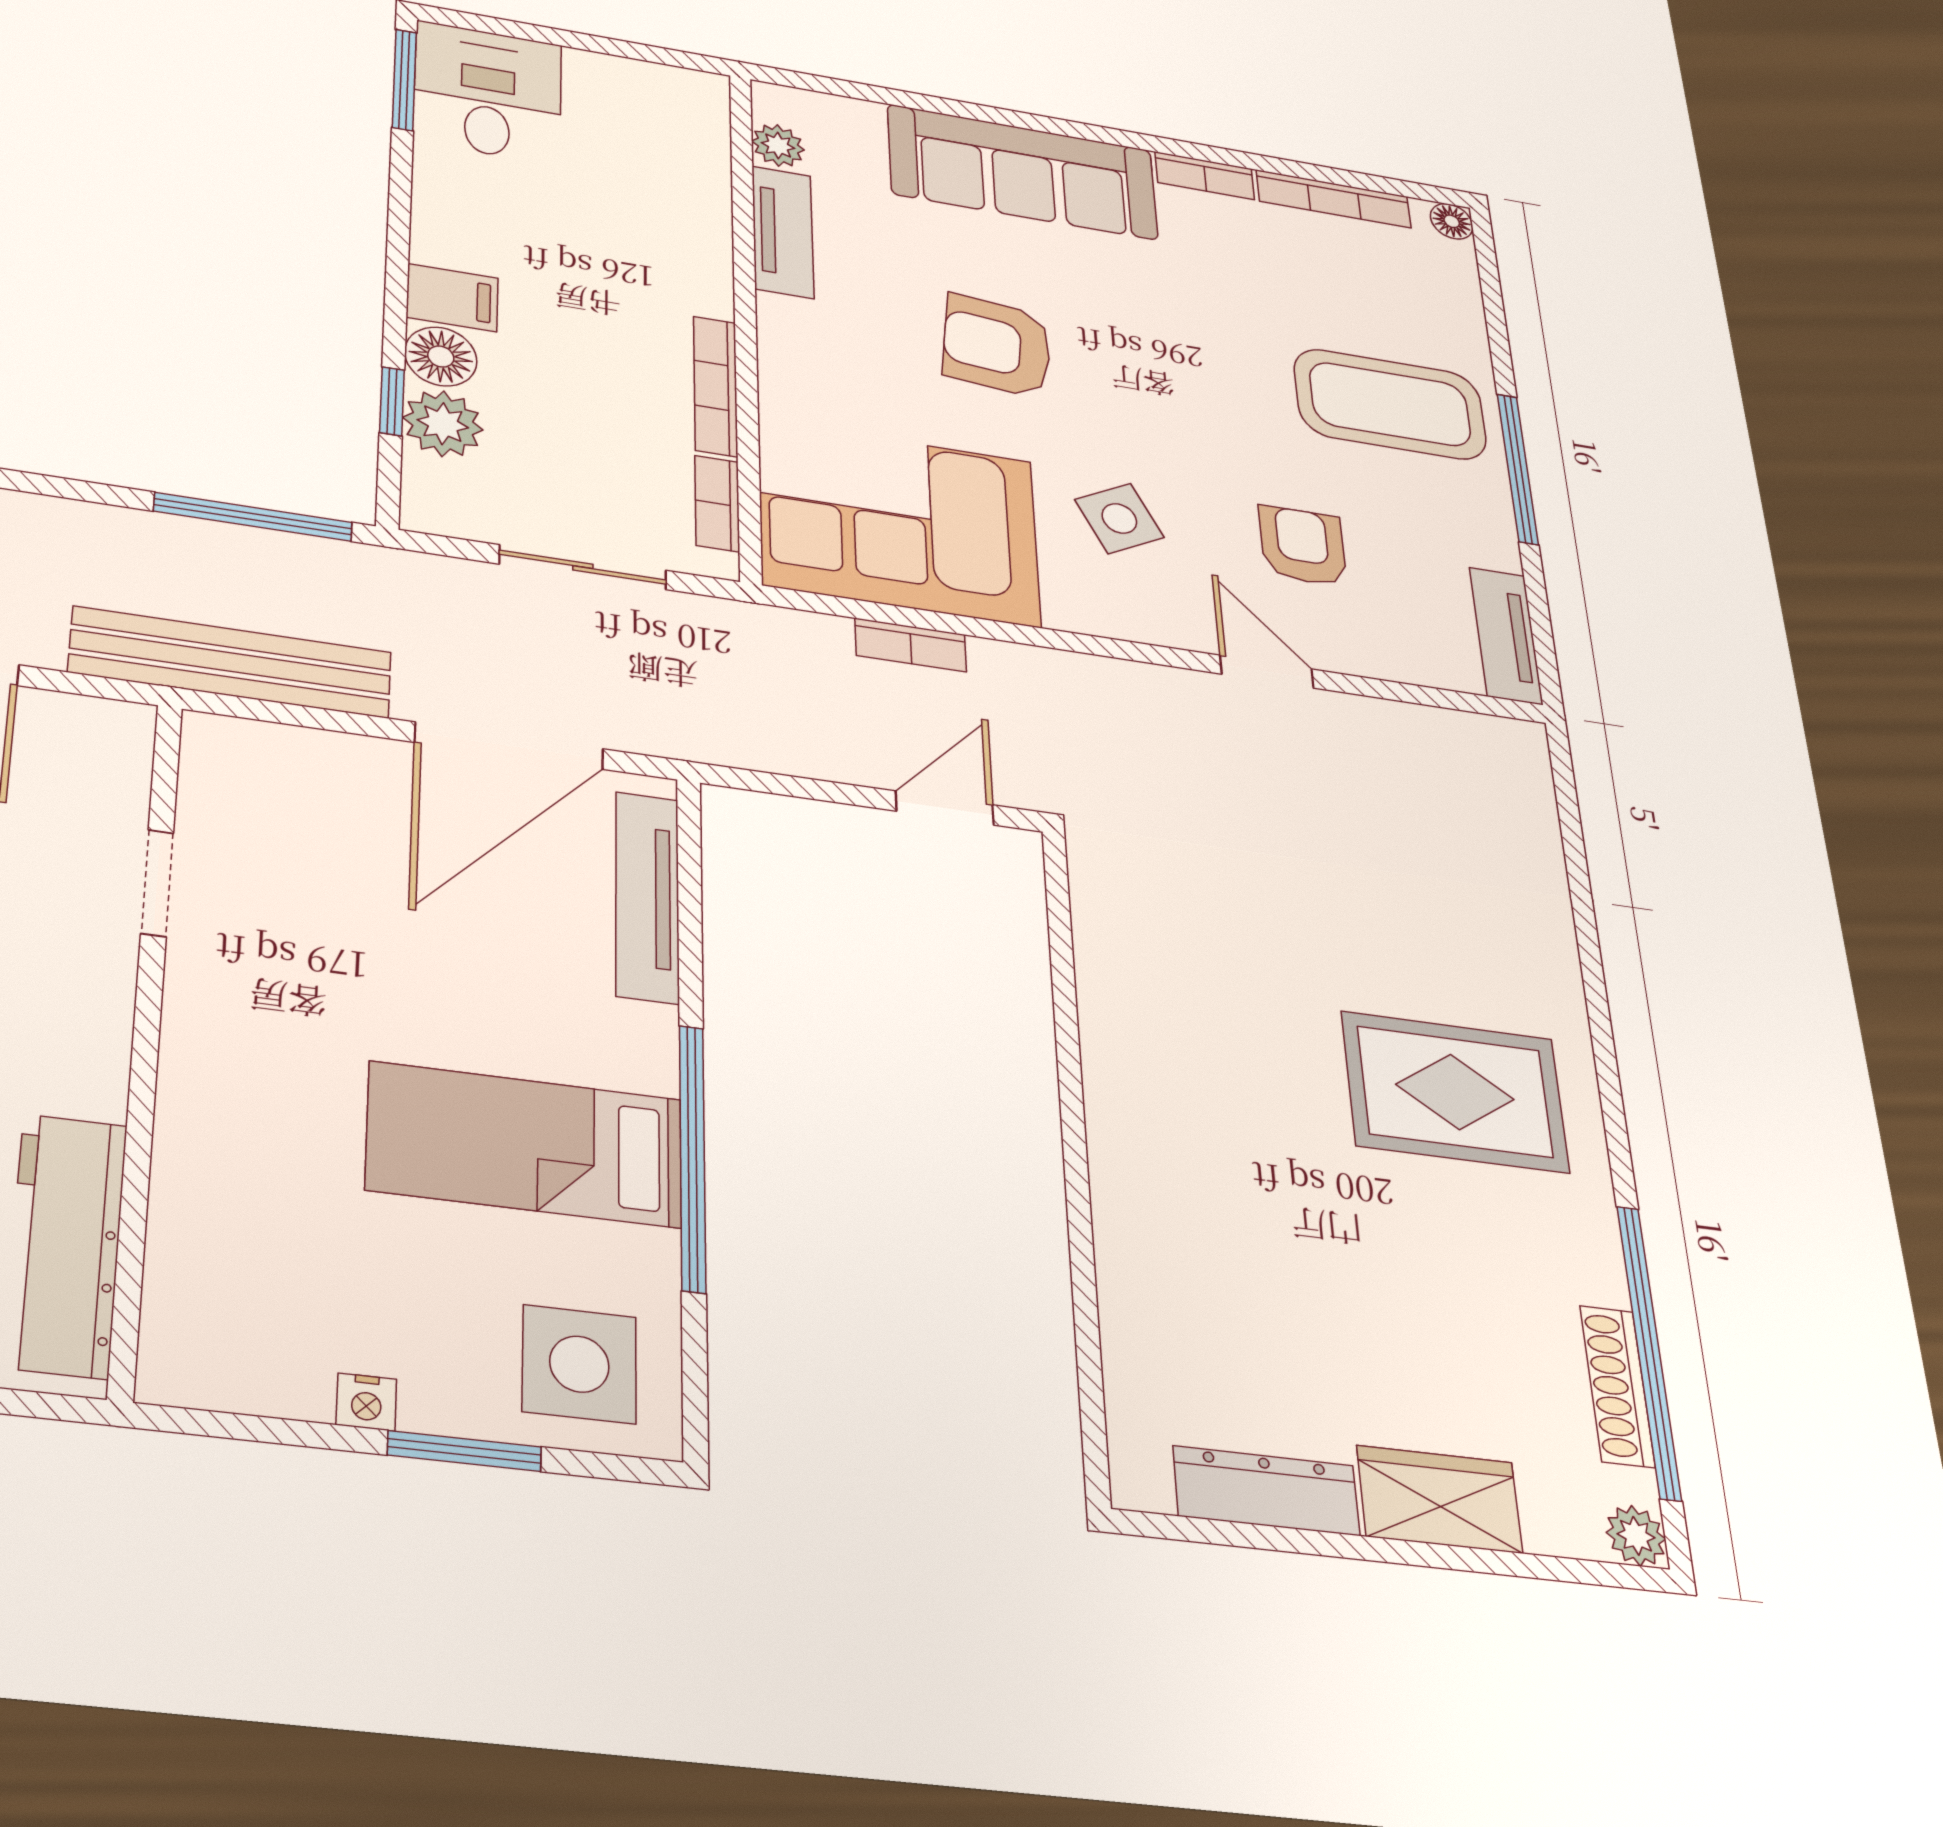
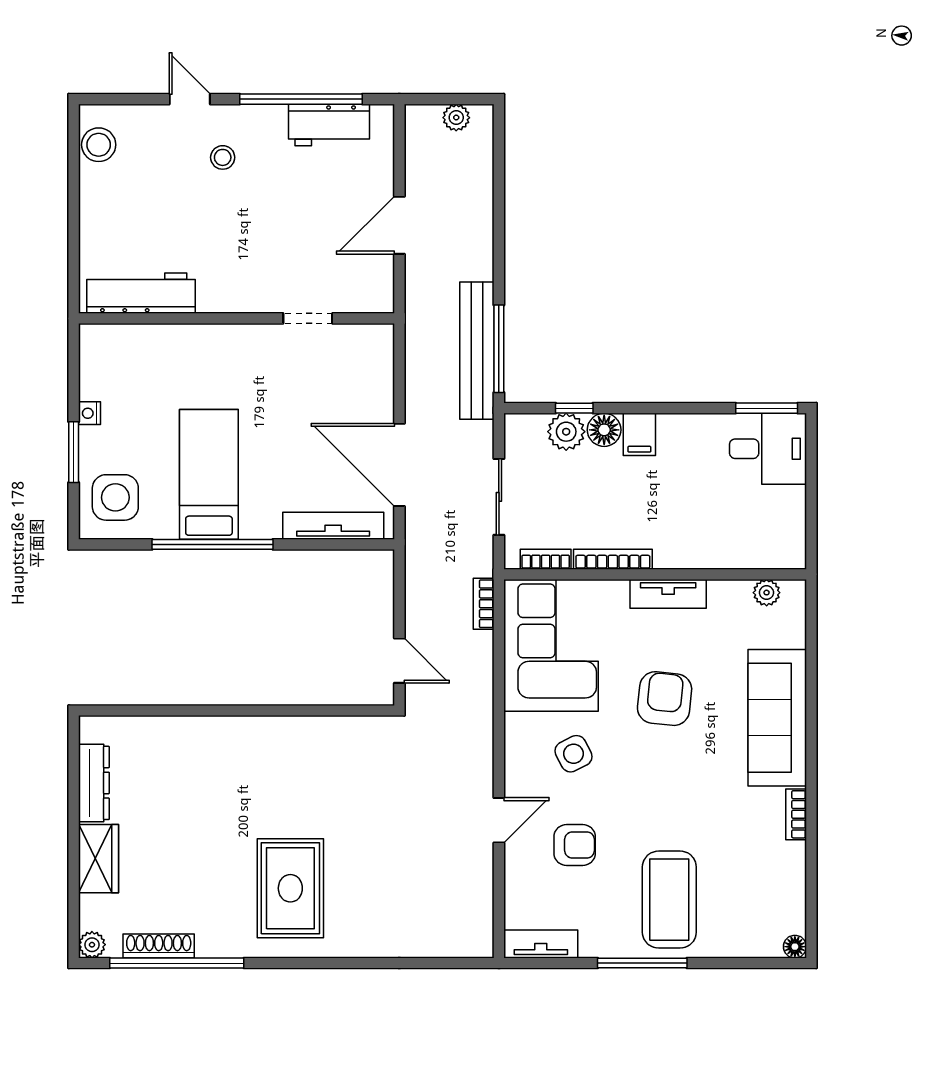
bookcase: (1334, 199) -> (796, 883), removed
tv unit: (783, 232) -> (668, 594), moved
bookcase: (911, 645) -> (484, 604), moved
bench: (231, 662) -> (477, 351), moved

